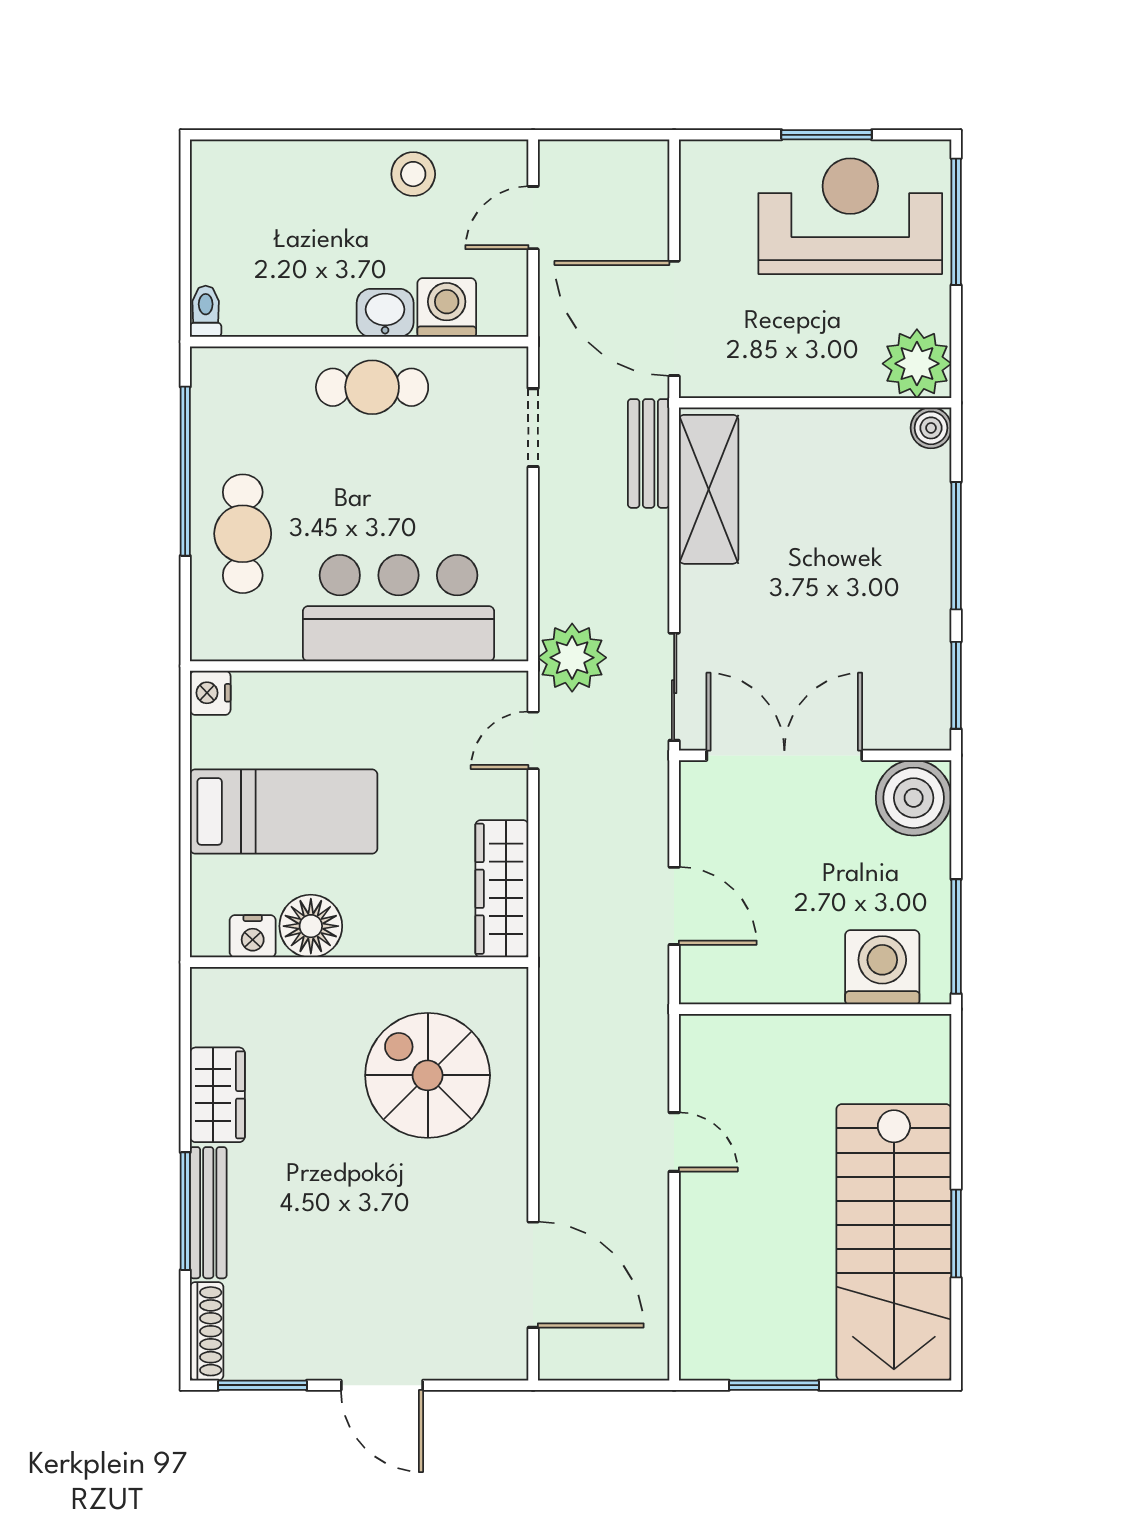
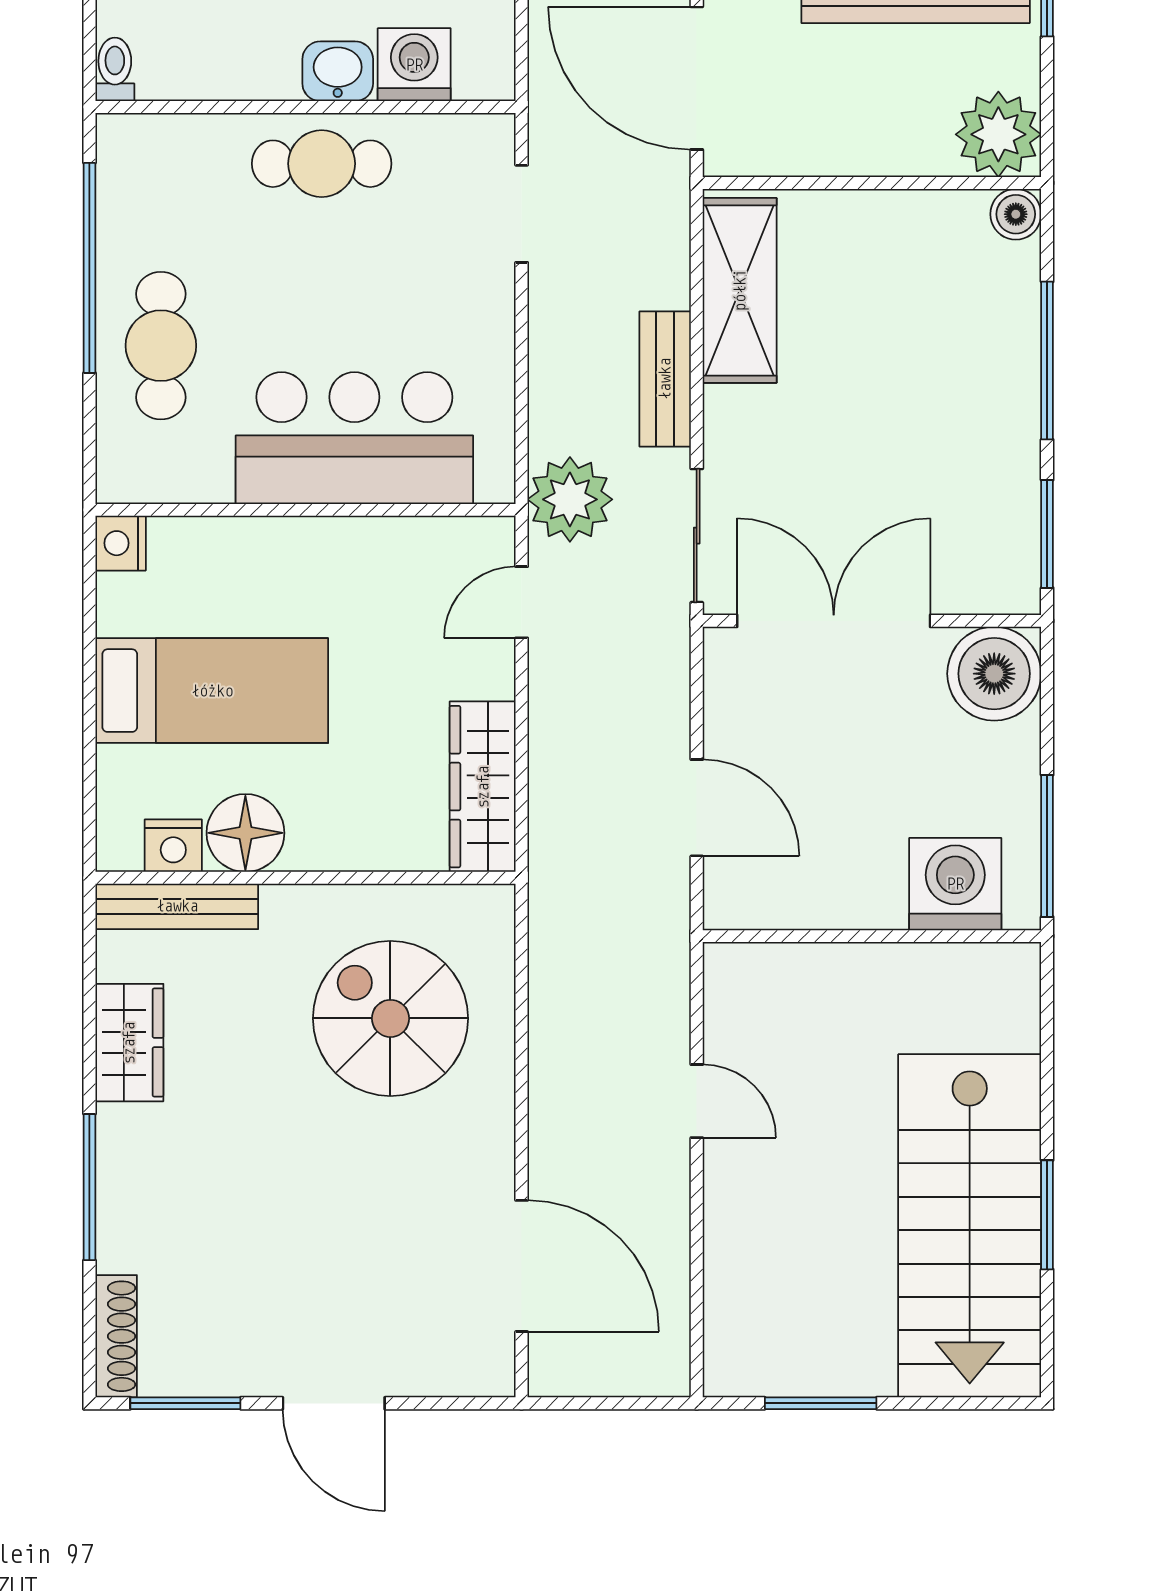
bench: (649, 453) -> (665, 379), moved
bench: (208, 1213) -> (177, 906), moved, turned 90

